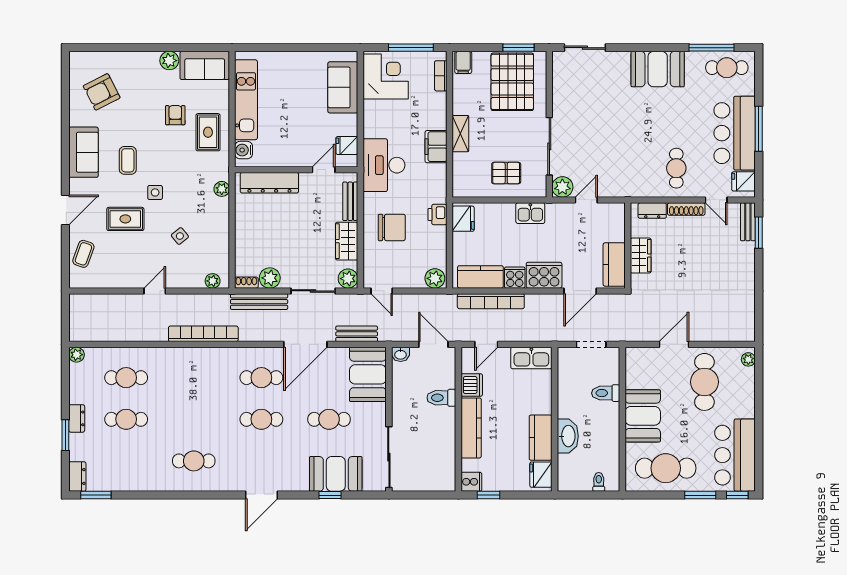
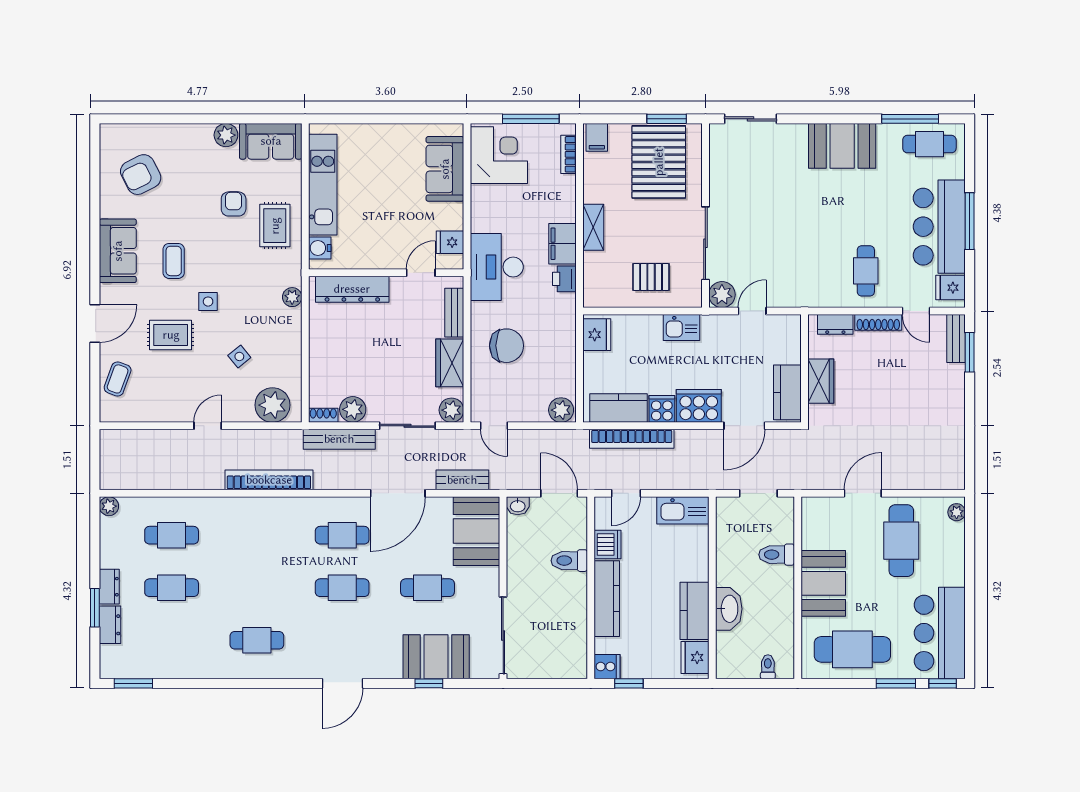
printer: (437, 214) -> (564, 279), moved
plant: (213, 281) -> (272, 405), width x1.88, depth x1.88
dresser: (77, 477) -> (110, 625), moved

